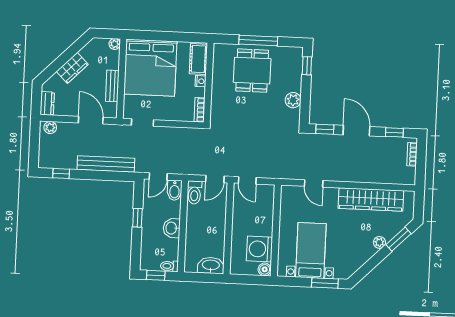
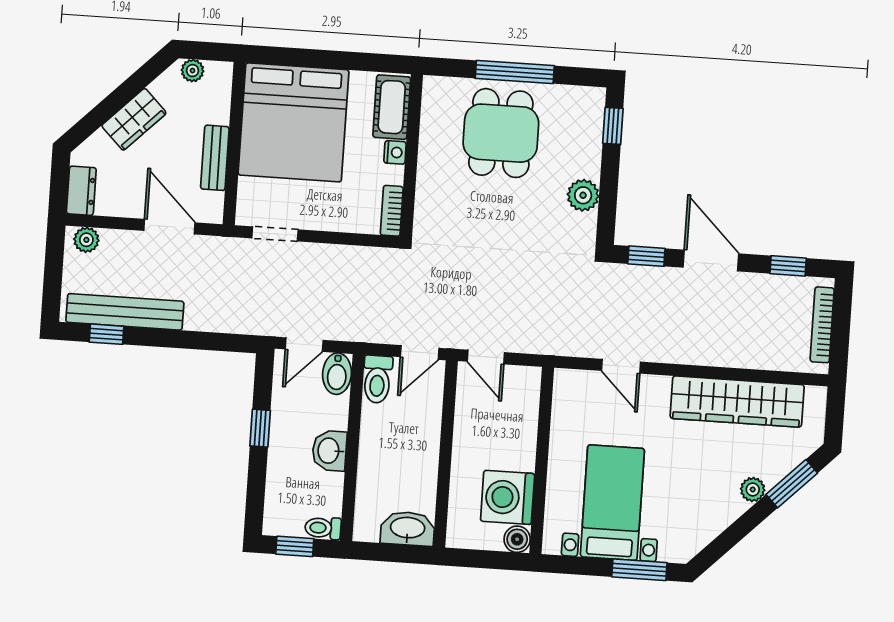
plant: (115, 44) -> (193, 71), moved
bookcase: (412, 154) -> (822, 325), width x1.56
bench: (106, 164) -> (125, 312), moved

